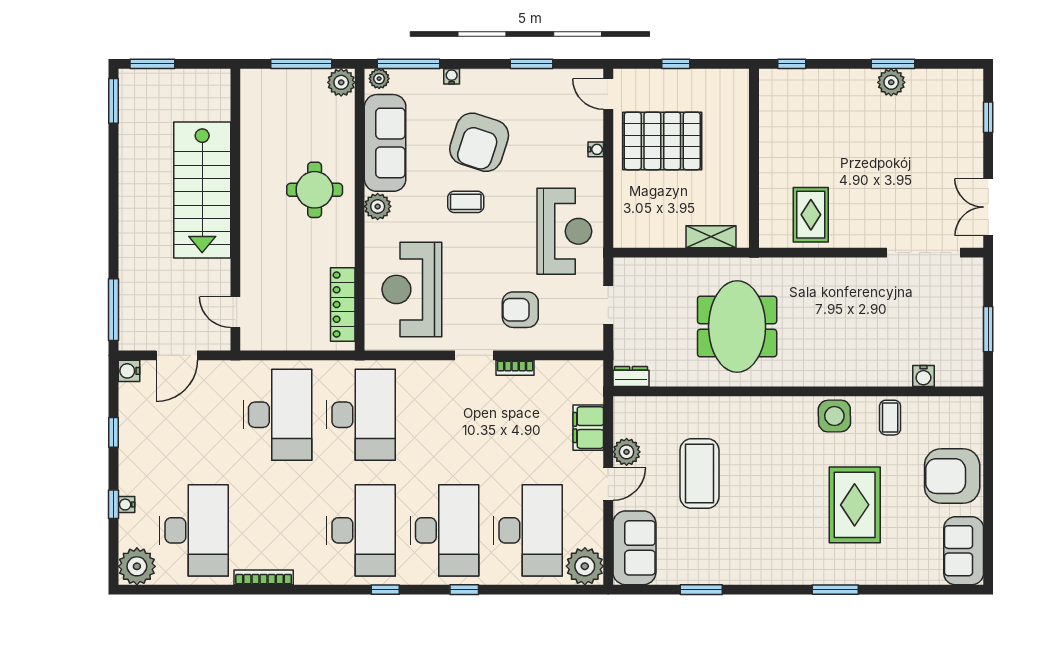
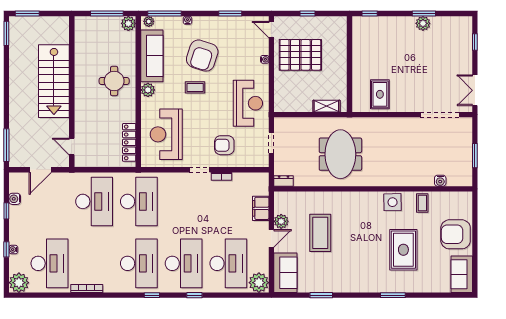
water cooler: (129, 371) -> (15, 199), moved

